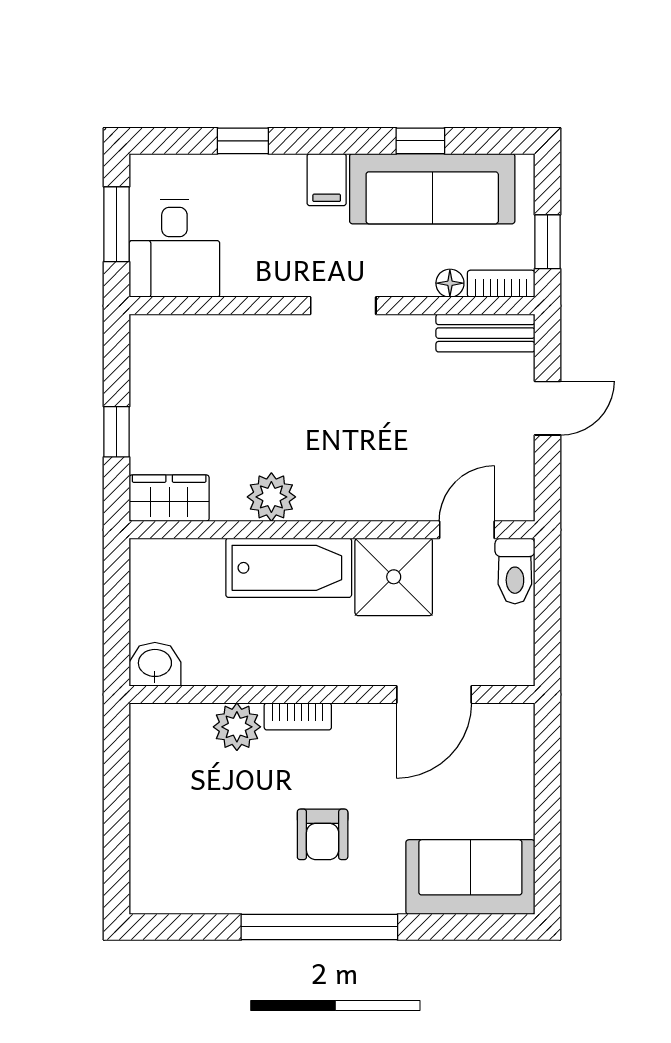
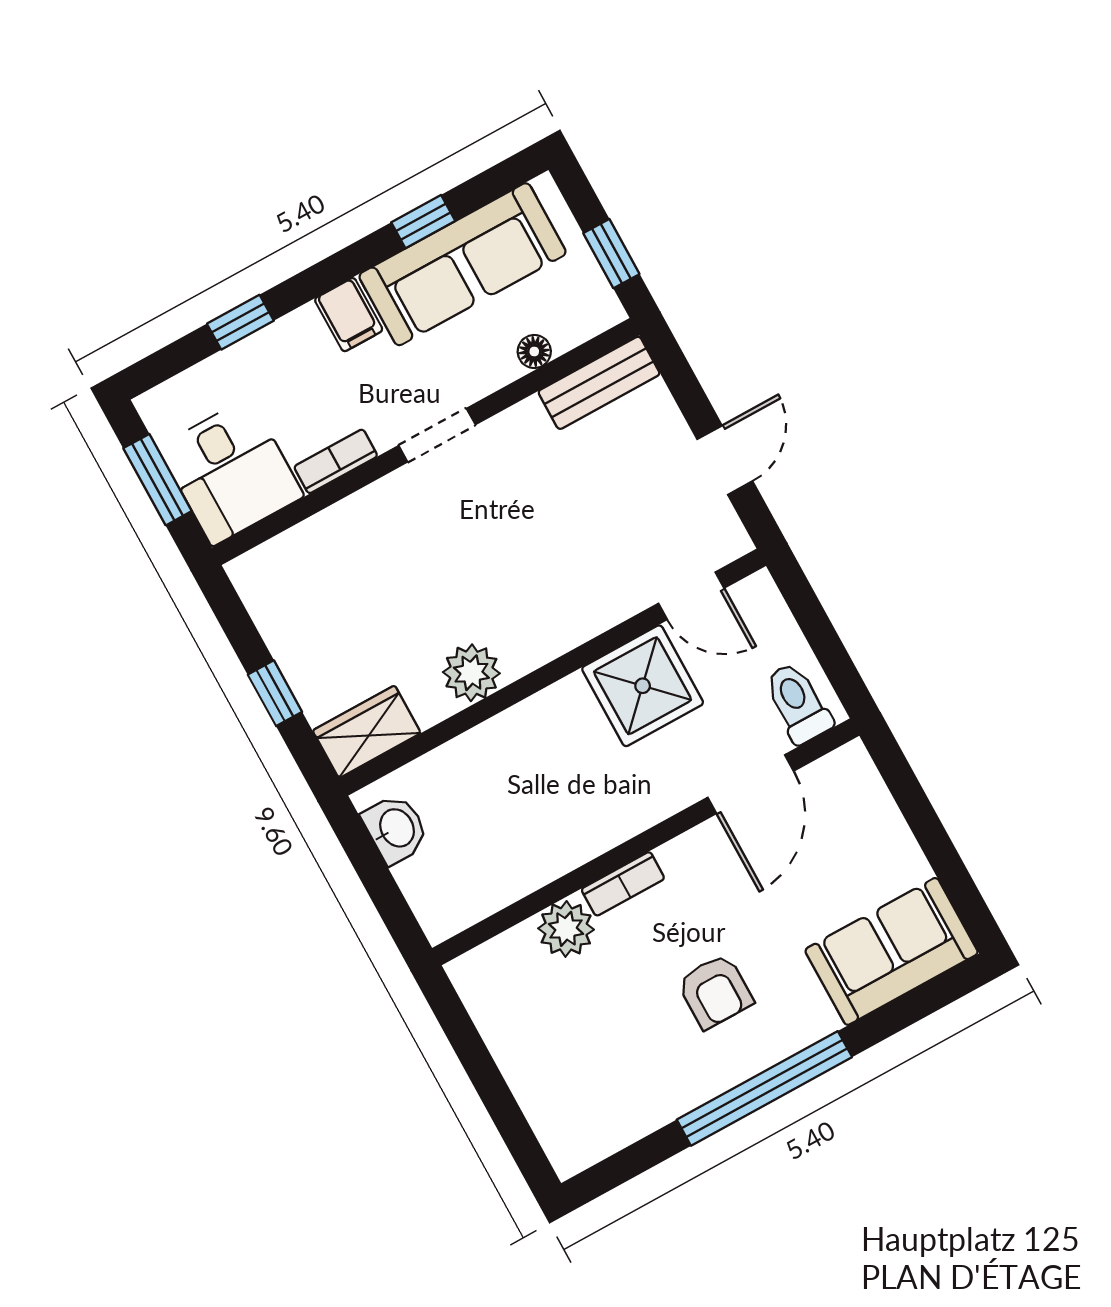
bookcase: (501, 284) -> (336, 461), moved
door: (548, 408) -> (725, 460), moved
door: (467, 530) -> (691, 596), swing flipped
bathtub: (289, 568) -> (529, 736), removed
toilet: (515, 571) -> (798, 703), moved, turned 180
washbasin: (155, 664) -> (396, 829), moved, turned 90

